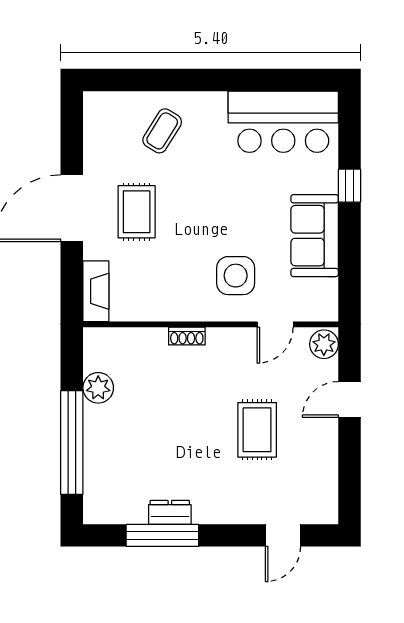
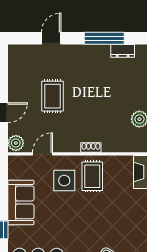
rug: (137, 212) -> (92, 176), moved
dresser: (170, 512) -> (123, 51), moved
door: (283, 535) -> (51, 38), moved

